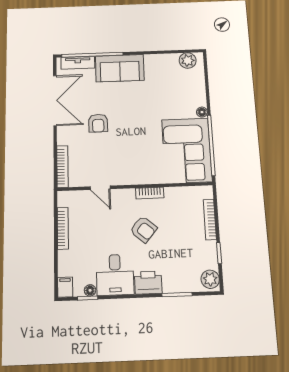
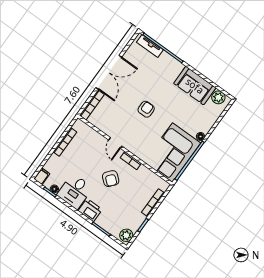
sofa: (120, 68) -> (195, 86), moved
double door: (55, 100) -> (109, 72), moved
armchair: (98, 123) -> (146, 109), moved, turned 180
door: (100, 188) -> (115, 143), moved

